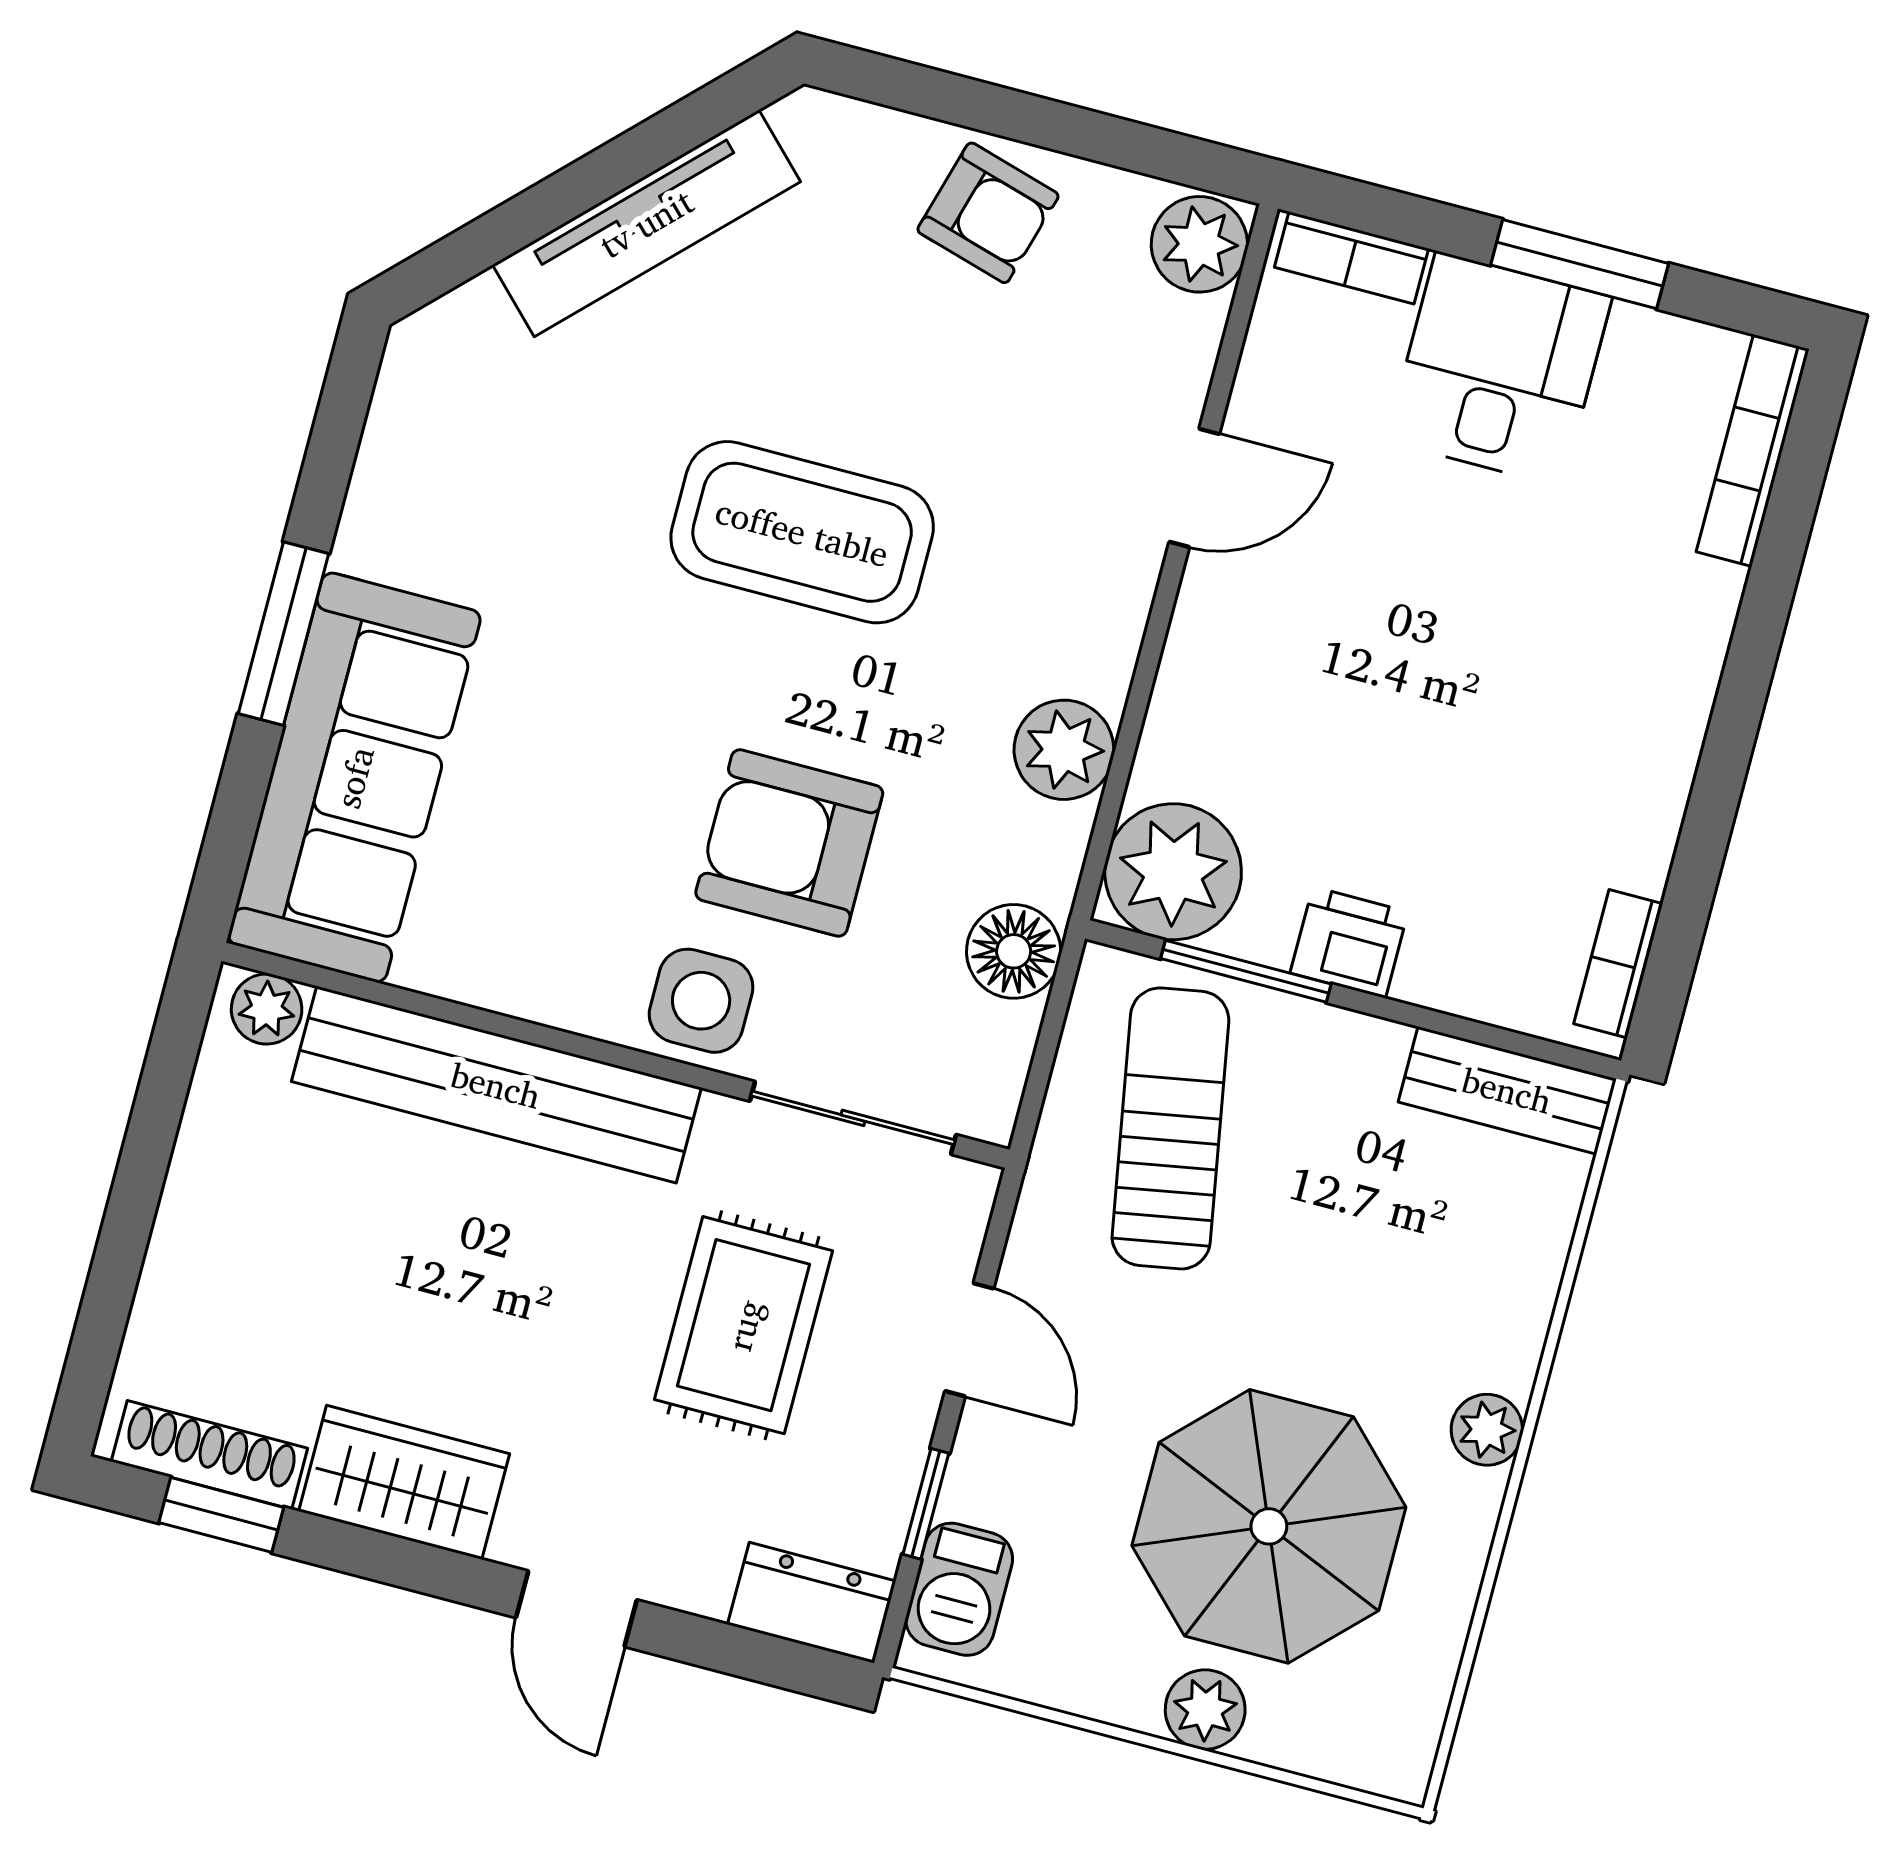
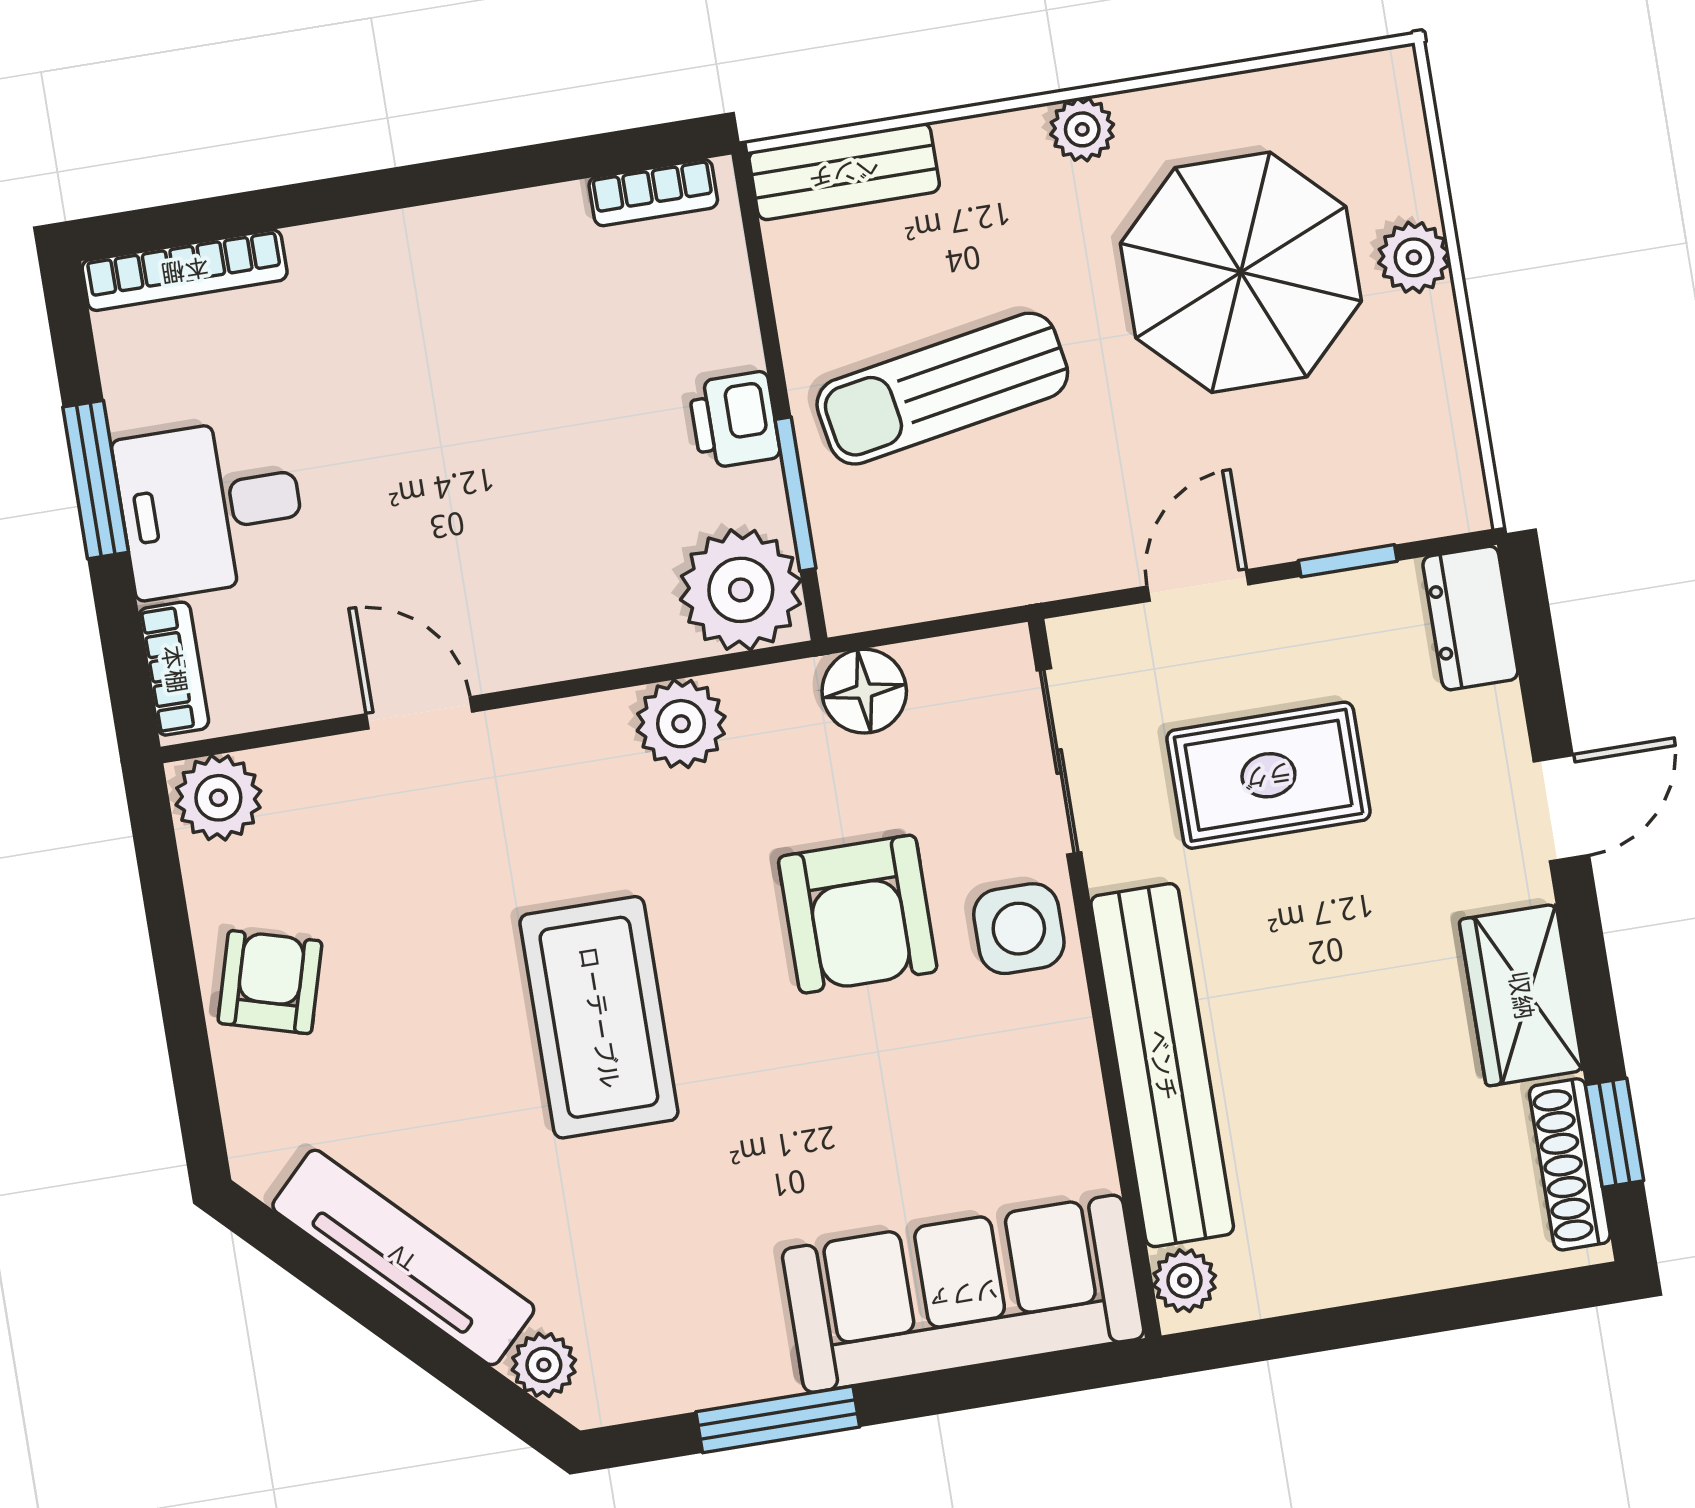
plant: (473, 317) -> (544, 1365), added
window: (284, 634) -> (778, 1419), moved
bench: (1507, 1090) -> (844, 172), moved, turned 90
sun lounger: (1170, 1128) -> (942, 389), moved
barbecue: (959, 1589) -> (1405, 502), removed

